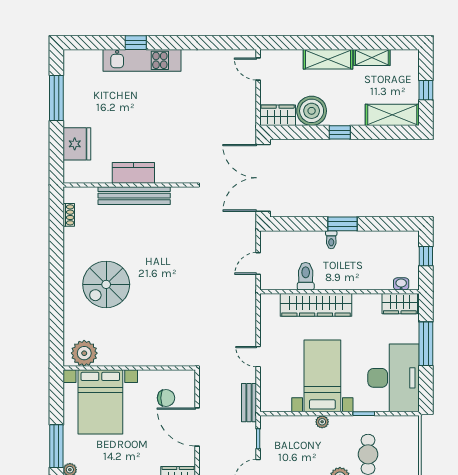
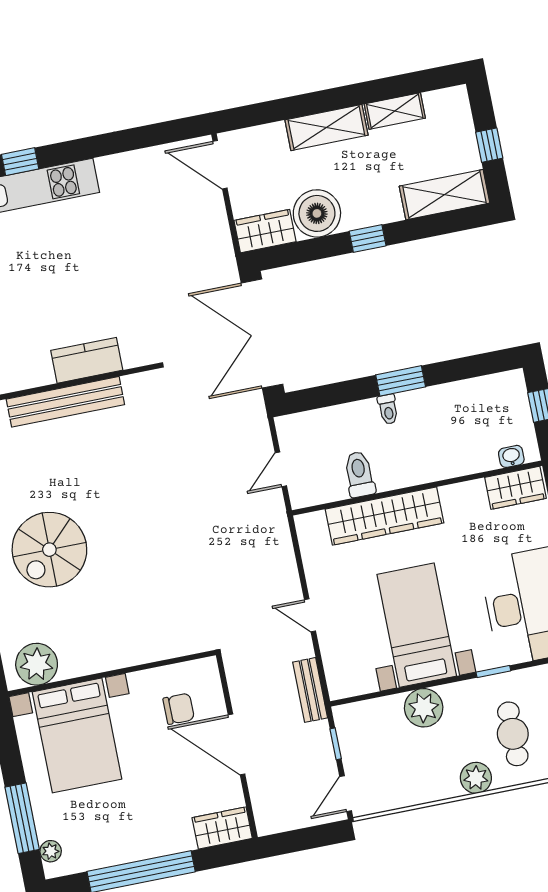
door: (258, 69) -> (220, 165), width x1.38
kitchen counter: (133, 173) -> (87, 360), moved
plant: (322, 422) -> (424, 708), width x1.88, depth x1.88

